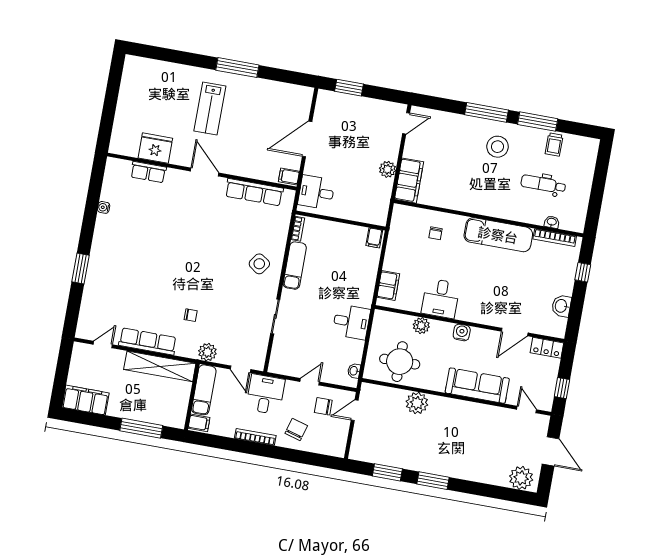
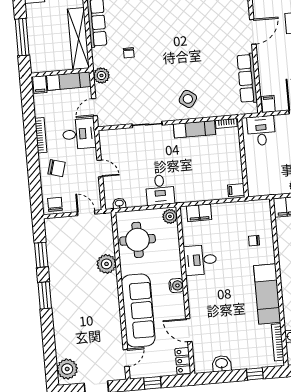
plant: (421, 326) -> (170, 216), moved
sofa: (477, 386) -> (138, 311), width x1.36, depth x1.27
chair: (323, 406) -> (55, 204), moved

